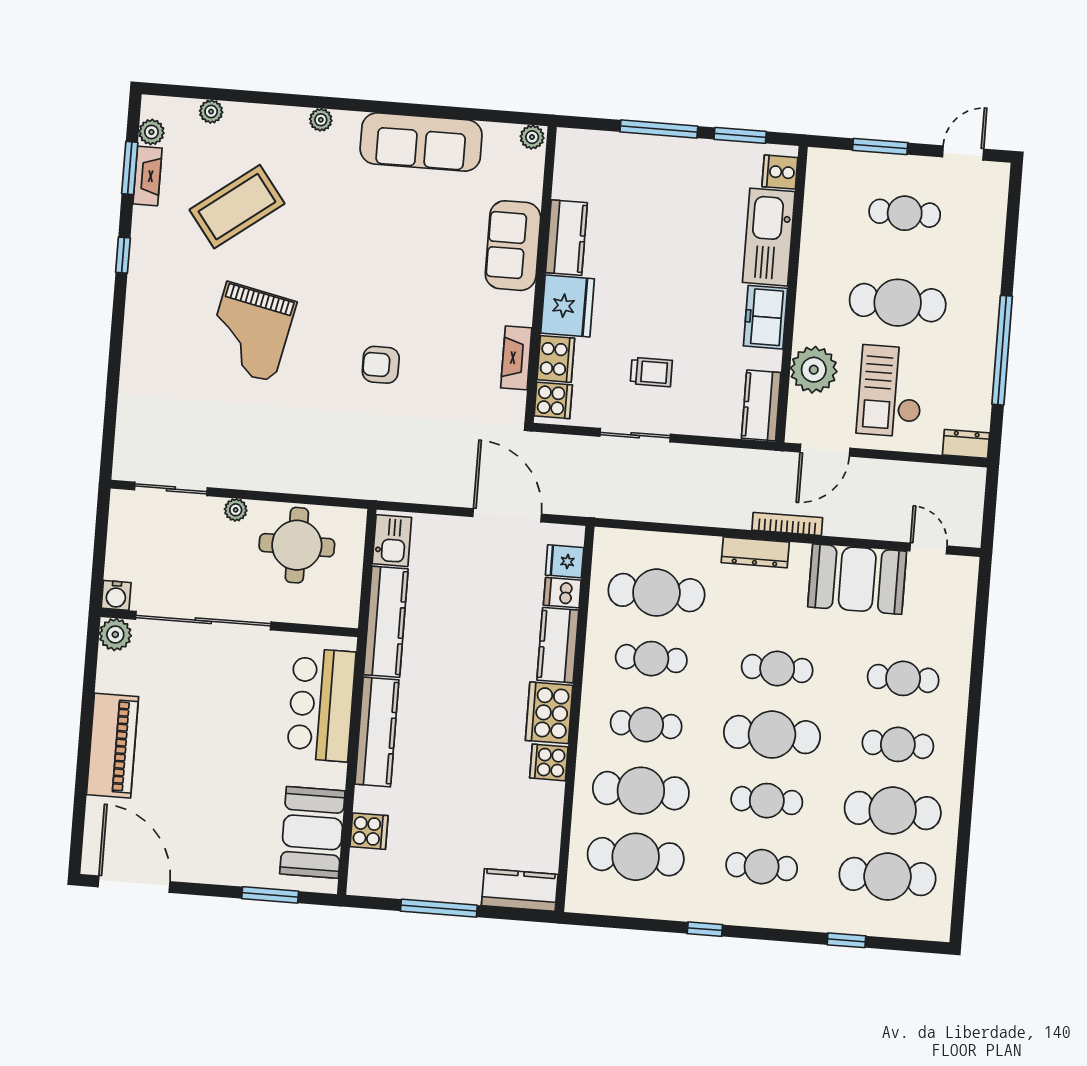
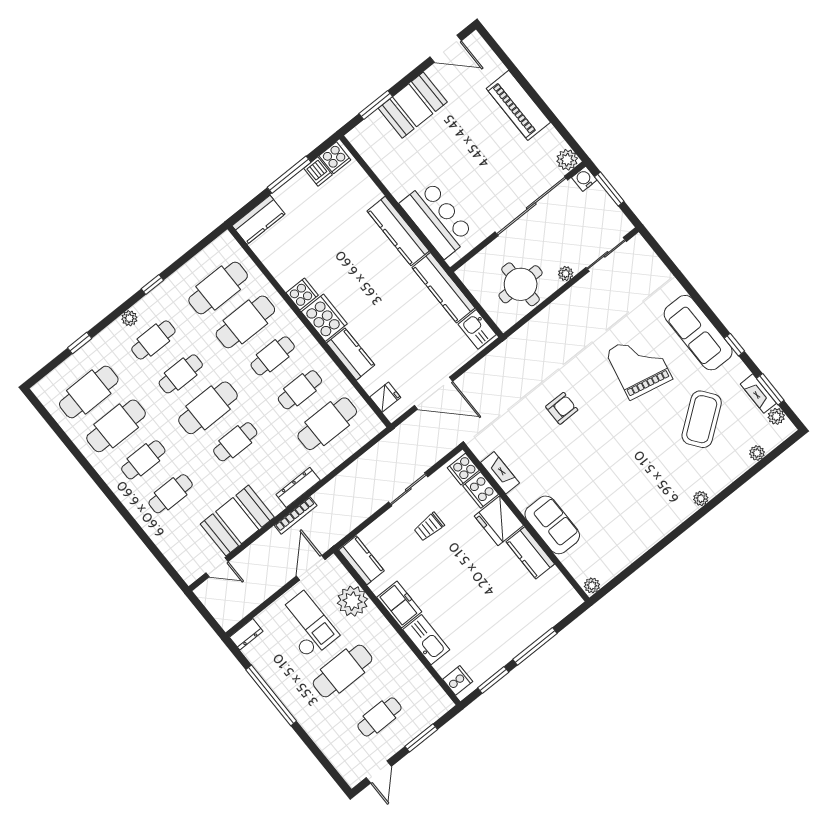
sofa: (421, 142) -> (698, 333), moved, turned -90
kitchen sink: (769, 237) -> (426, 640), width x0.73, depth x0.81
window: (99, 558) -> (609, 189), added
dishwasher: (562, 593) -> (318, 172), moved, turned 90
cooker: (369, 831) -> (335, 158), moved, turned -90
booth: (312, 832) -> (413, 105), moved, turned 90
door: (134, 884) -> (446, 49), width x0.73
plant: (766, 916) -> (129, 318), added

